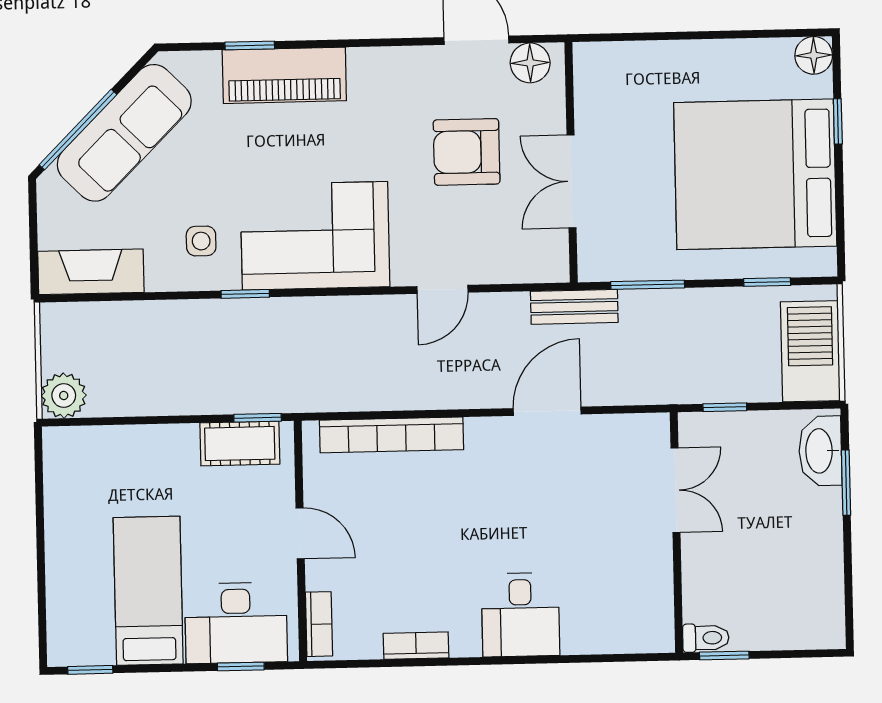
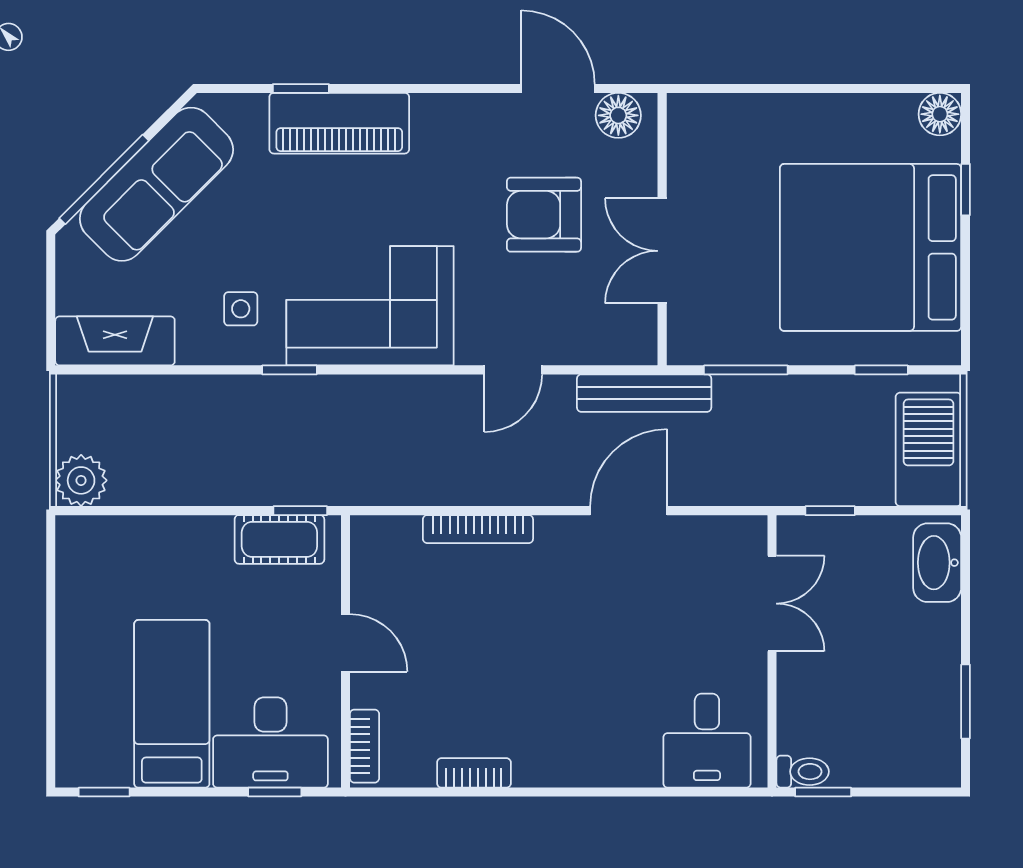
bench: (574, 307) -> (644, 393), width x1.36
bookcase: (391, 435) -> (478, 529), width x0.68, depth x0.76
window: (846, 483) -> (966, 701), moved
desk: (520, 615) -> (707, 741), moved

